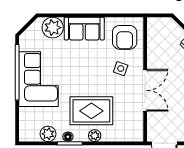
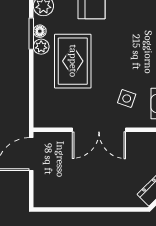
plant: (95, 136) -> (41, 47), moved

